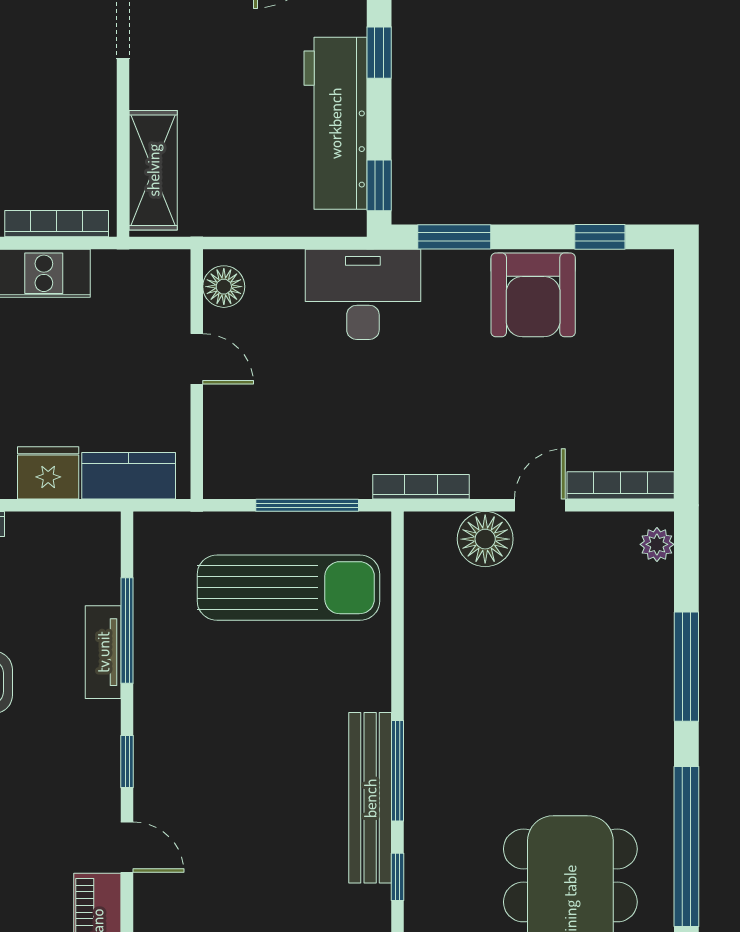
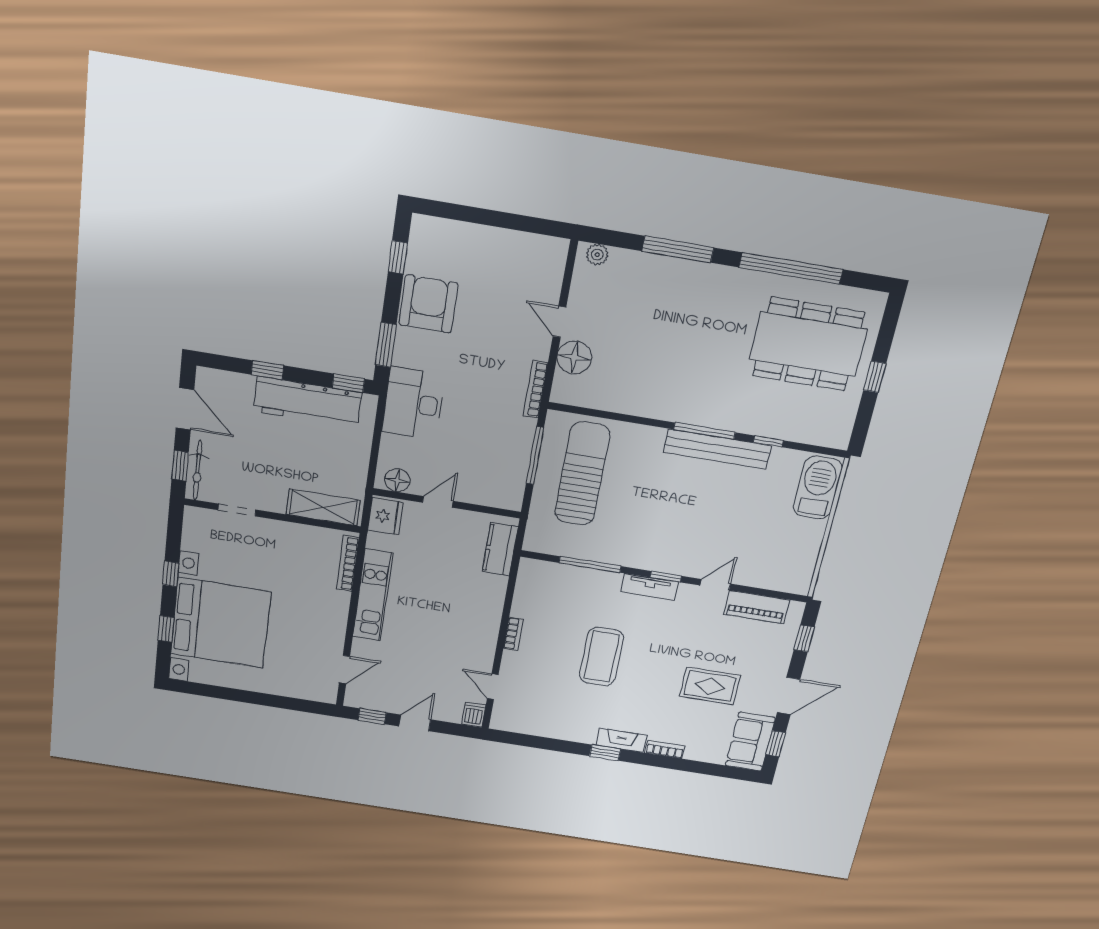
armchair: (533, 295) -> (428, 304), turned -90
fridge: (48, 473) -> (385, 516), moved, turned 180
bookcase: (621, 485) -> (556, 271), removed
tv unit: (103, 652) -> (650, 587), moved

